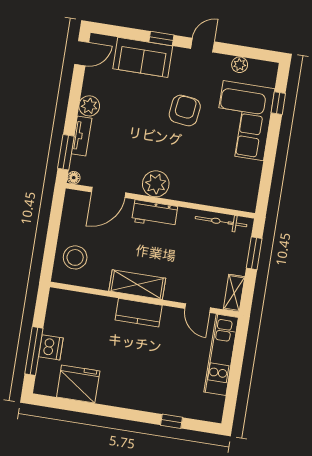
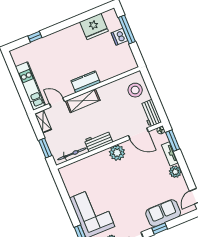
armchair: (185, 110) -> (125, 199), removed
door: (108, 192) -> (138, 134), swing flipped
workbench: (73, 211) -> (151, 113), added
workbench: (155, 214) -> (98, 141), moved
shelving: (137, 285) -> (83, 101), moved

